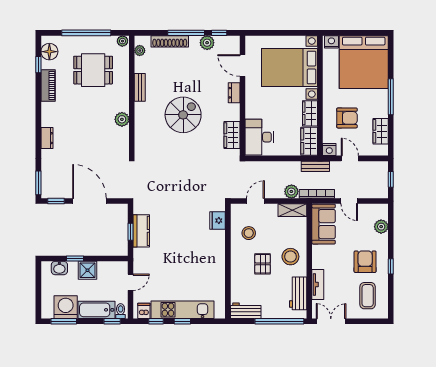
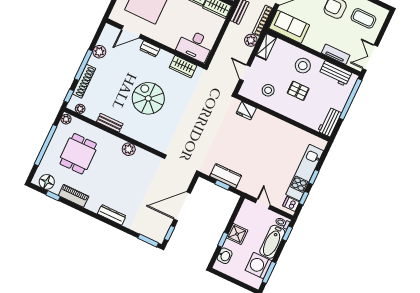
window: (219, 33) -> (69, 96), moved
dresser: (47, 138) -> (112, 215), width x1.44

